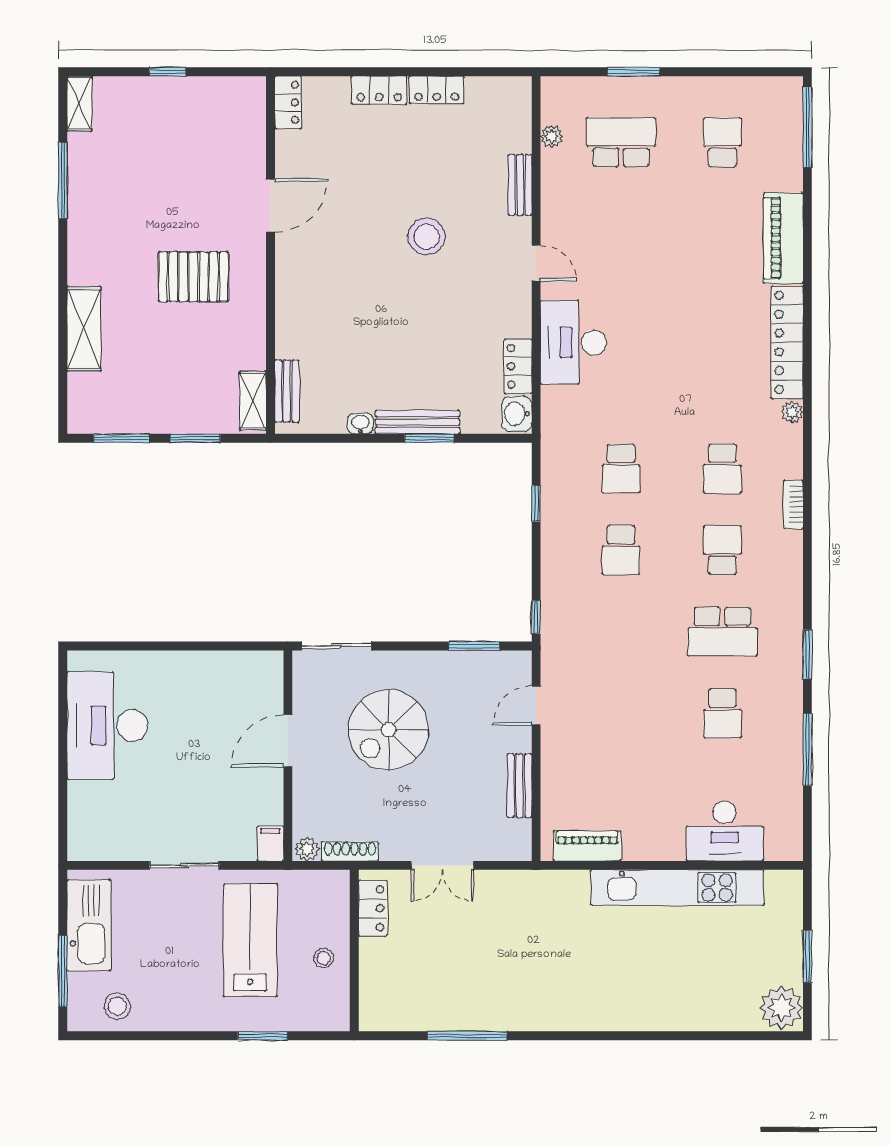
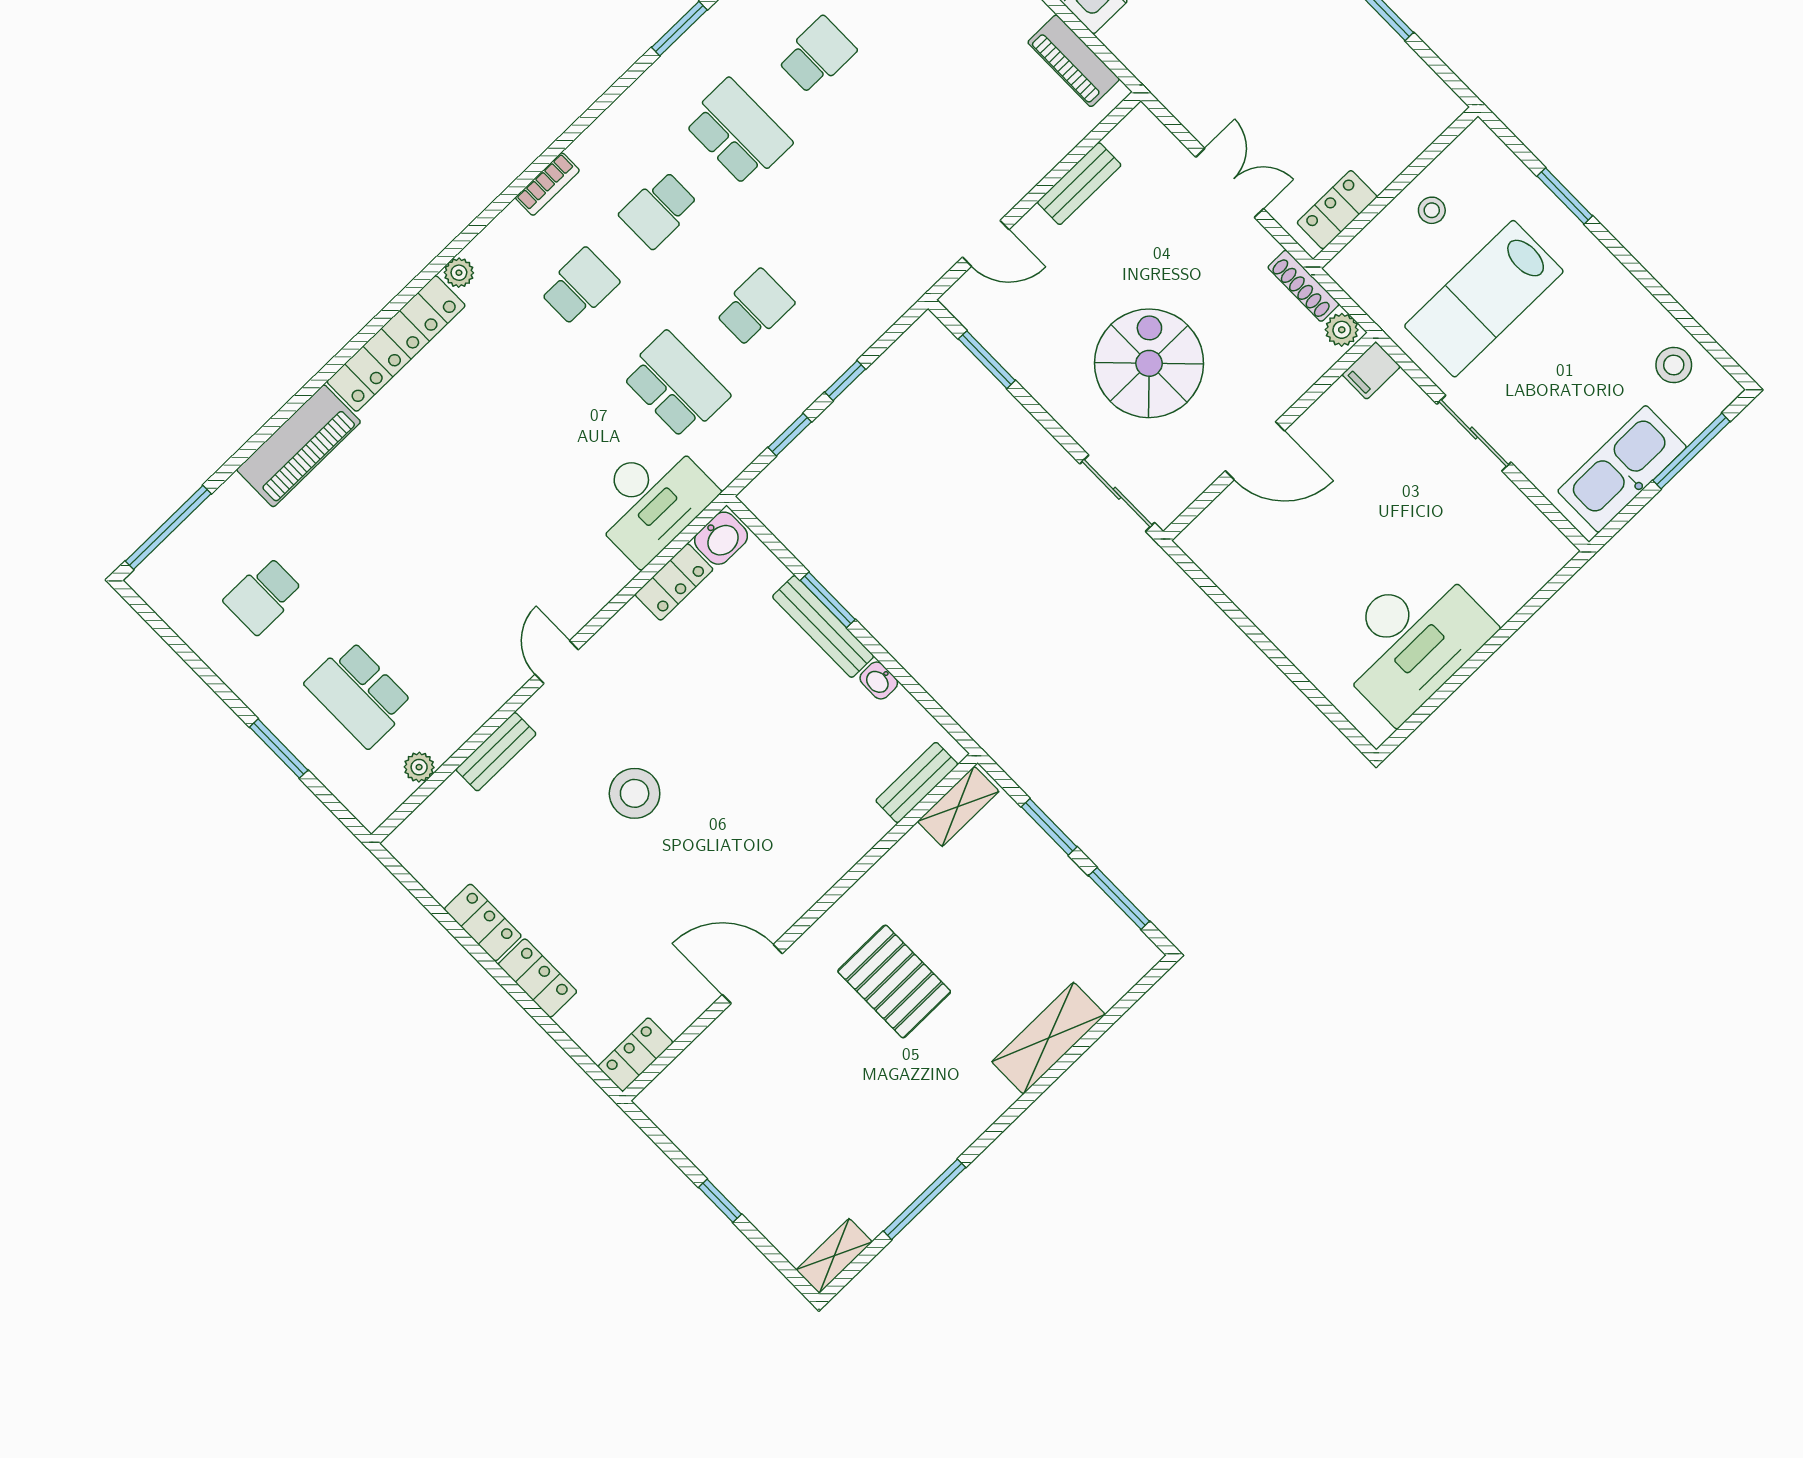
desk: (573, 342) -> (651, 500), moved
school desk: (621, 469) -> (676, 385), width x1.85
window: (536, 617) -> (845, 381), moved
spiral stairs: (389, 730) -> (1149, 363), turned -90

